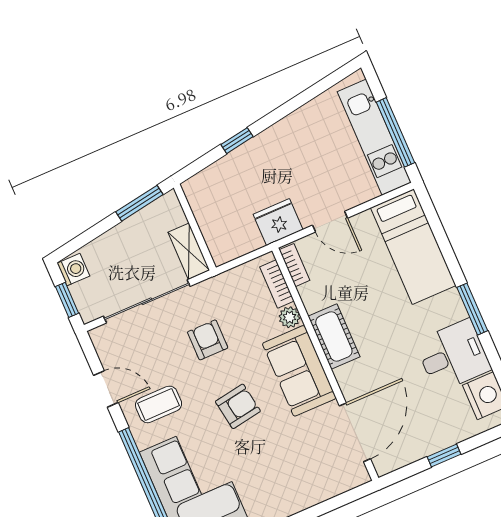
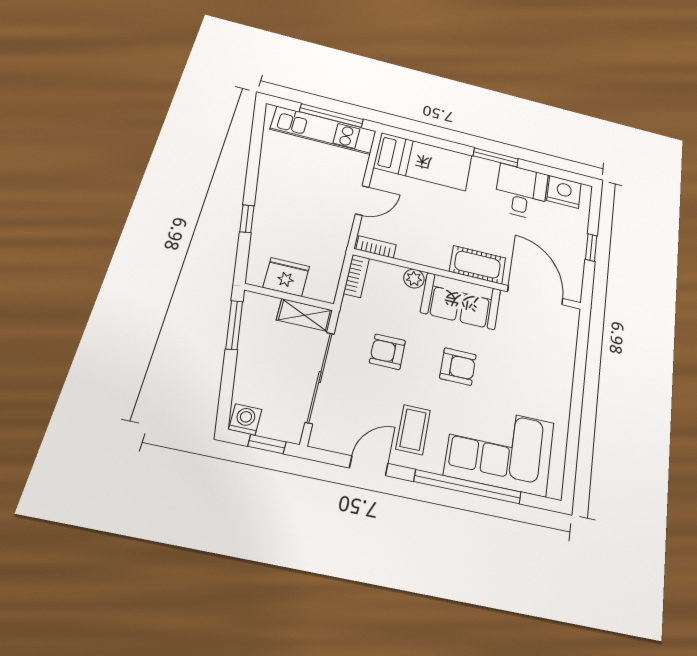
fridge: (278, 222) -> (286, 277), moved, turned 90
bookcase: (277, 284) -> (356, 276), moved, turned -90
cot: (334, 337) -> (477, 265), moved
armchair: (238, 406) -> (458, 367), turned 99

